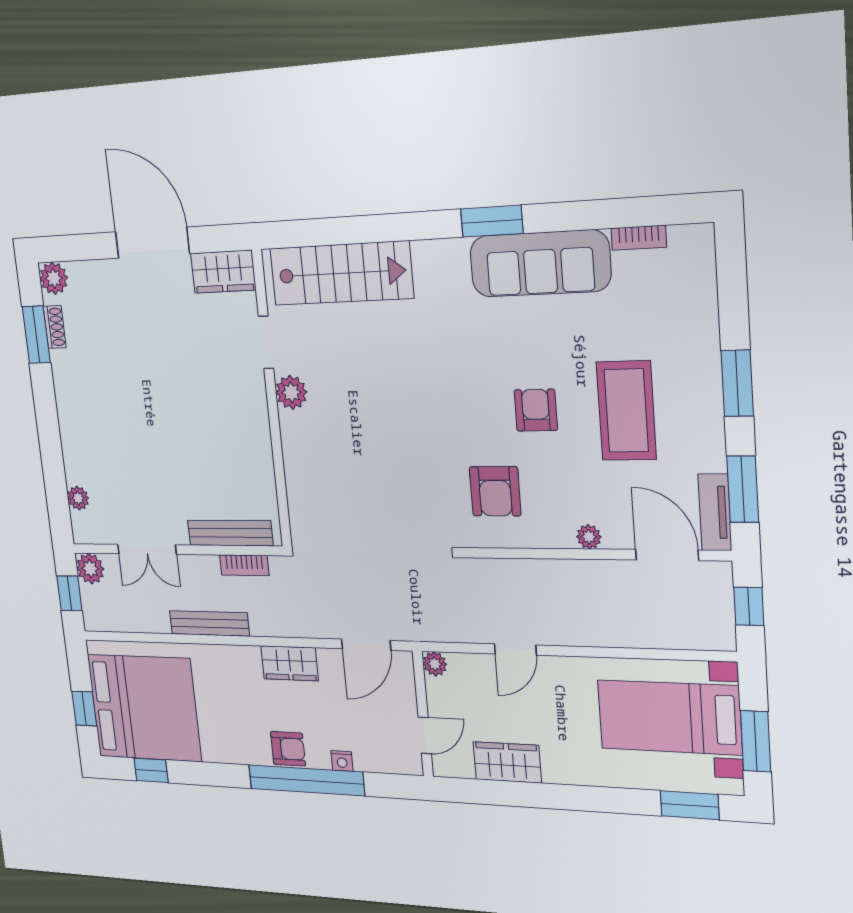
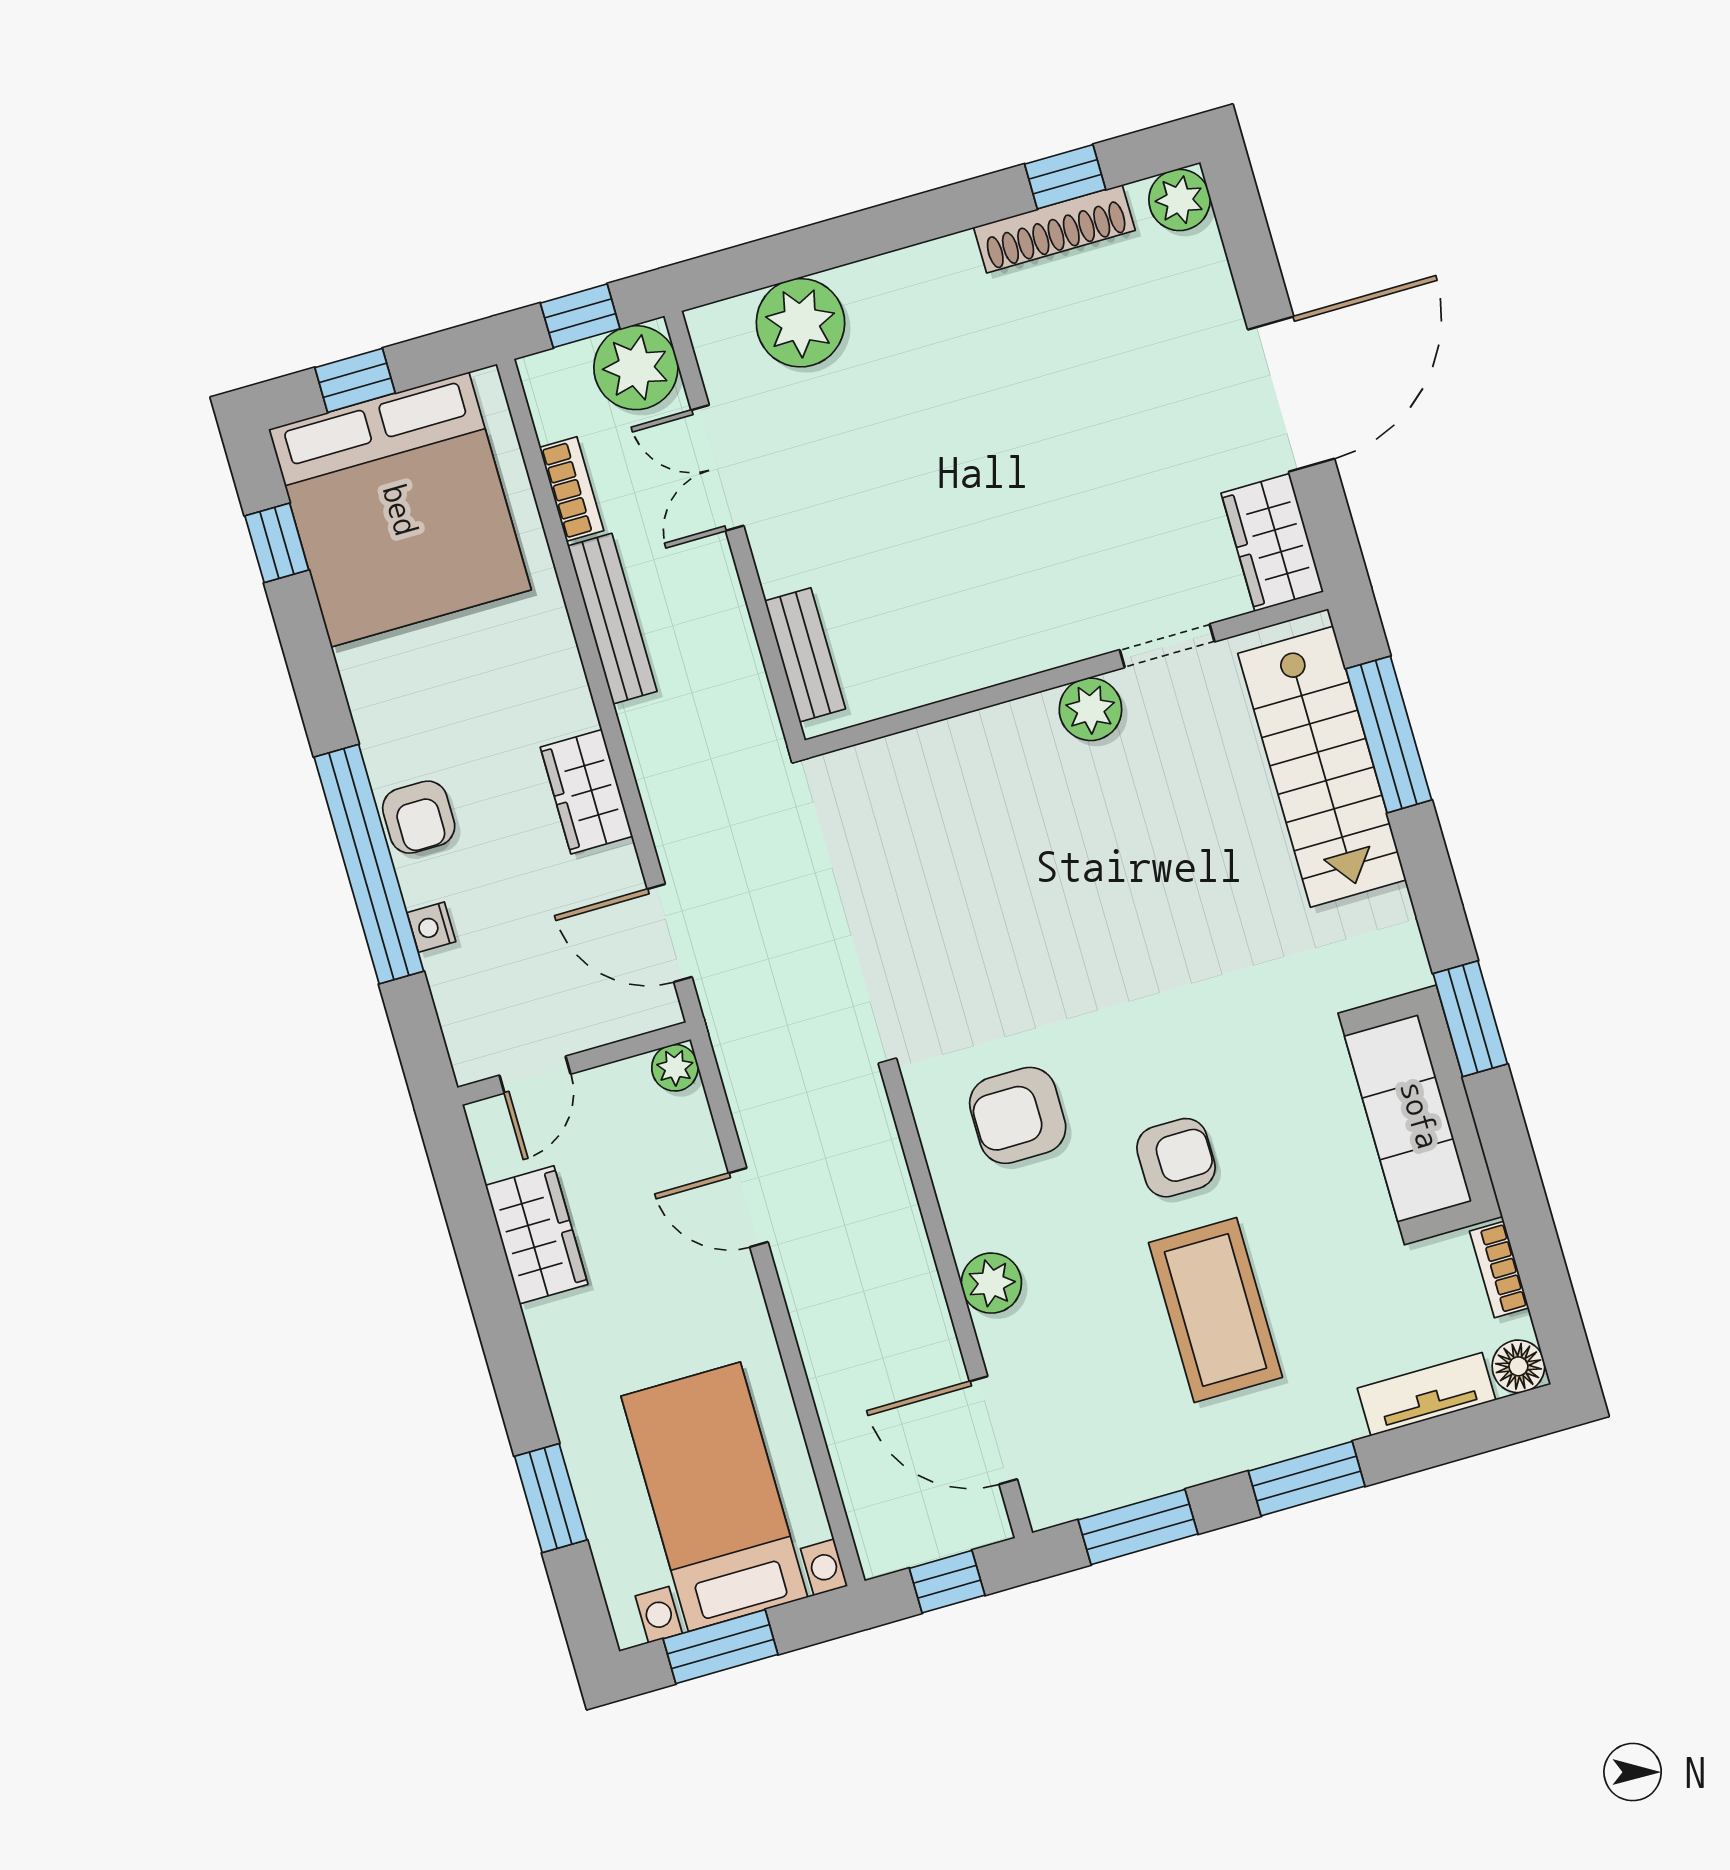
window: (331, 231) -> (1389, 734), added
floor lamp: (699, 239) -> (1518, 1366), added
shoe rack: (55, 327) -> (1054, 229), width x1.94, depth x1.24
window: (36, 335) -> (1065, 177), width x0.67
coffee table: (626, 411) -> (1215, 1310), turned 90
plant: (78, 498) -> (800, 323), width x1.87, depth x1.87
tv unit: (715, 512) -> (1427, 1394), moved
bench: (230, 533) -> (805, 655), width x0.73
plant: (589, 537) -> (991, 1283), width x1.38, depth x1.38
door: (667, 555) -> (993, 1430), swing flipped
bookcase: (244, 565) -> (572, 489), moved, turned 180
plant: (90, 569) -> (636, 368), width x1.36, depth x1.36
door: (425, 735) -> (535, 1075), hinge flipped
window: (690, 805) -> (551, 1498), moved

